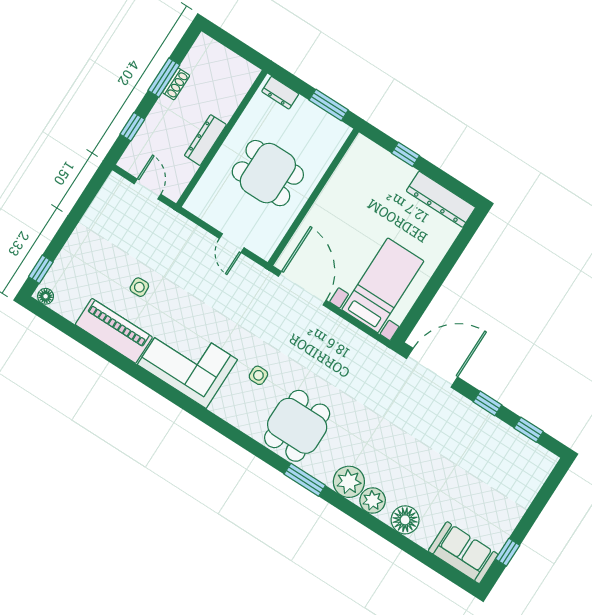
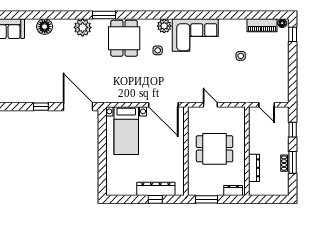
dresser: (205, 140) -> (254, 168), moved
dresser: (441, 199) -> (156, 189), moved
piano: (114, 331) -> (262, 25), moved, width x0.73, depth x0.75
door: (432, 368) -> (78, 107), swing flipped
window: (529, 430) -> (14, 107), removed
plant: (373, 501) -> (164, 26), moved

